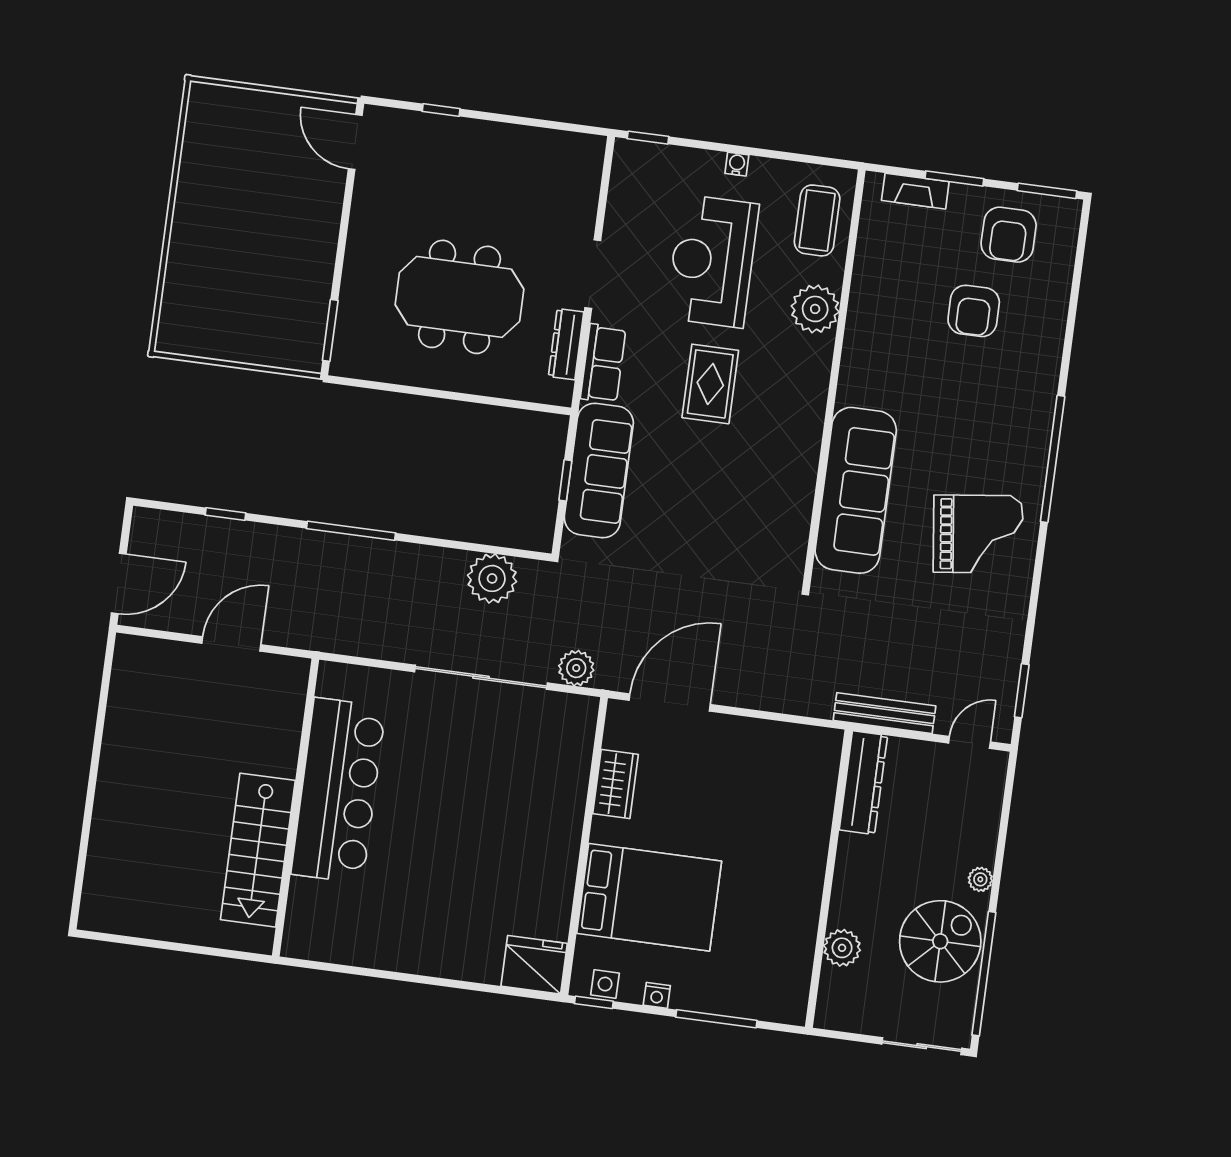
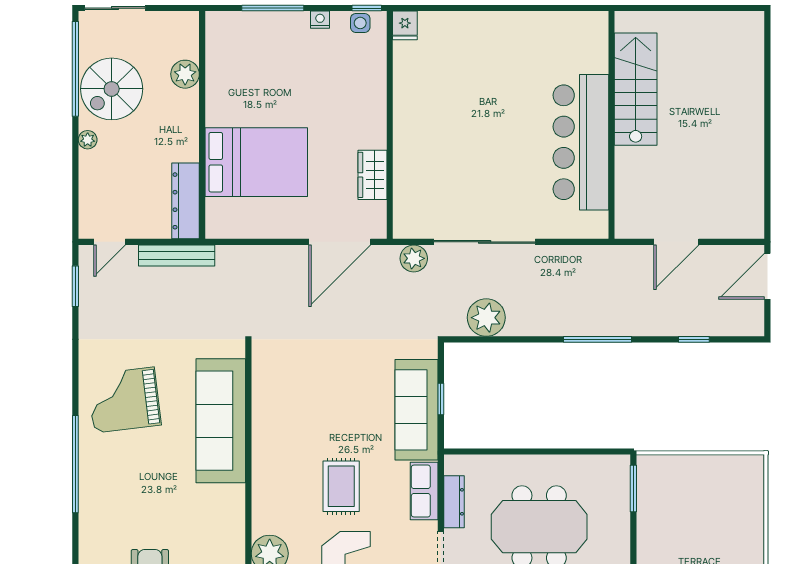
bed: (649, 897) -> (256, 162), moved, turned 180
fridge: (534, 965) -> (405, 25), width x0.53, depth x0.75

